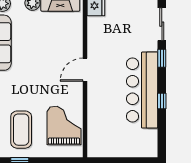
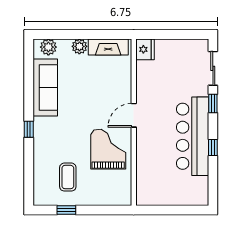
grand piano: (64, 126) -> (108, 149), moved
coffee table: (21, 130) -> (68, 177), width x0.73, depth x0.76

